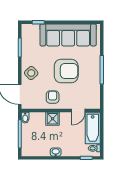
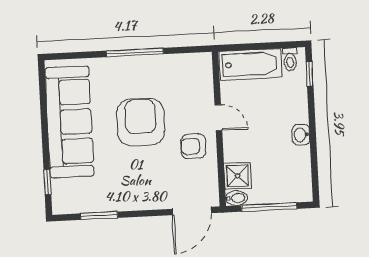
side table: (31, 73) -> (148, 191), removed
door: (78, 110) -> (218, 118), moved
shower: (53, 119) -> (238, 176), moved

